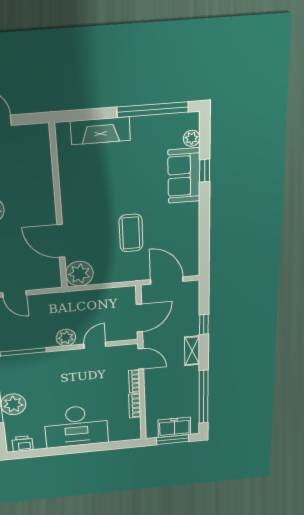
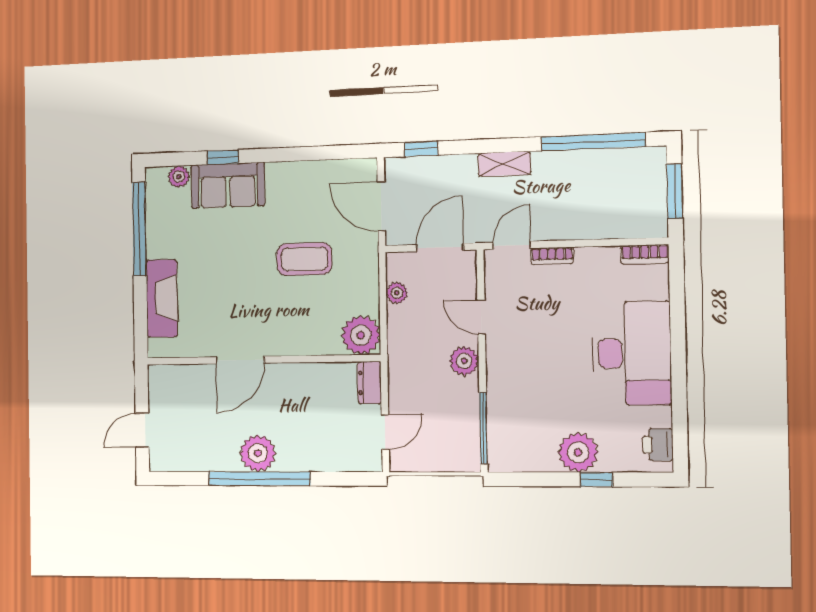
door: (61, 241) -> (240, 360), moved
door: (167, 280) -> (381, 206), hinge flipped
dresser: (47, 281) -> (369, 383), added
plant: (109, 294) -> (397, 293), added
door: (139, 318) -> (440, 247), hinge flipped
window: (204, 324) -> (421, 149), moved
bookcase: (135, 406) -> (645, 254), moved
freezer: (174, 427) -> (649, 189), removed

